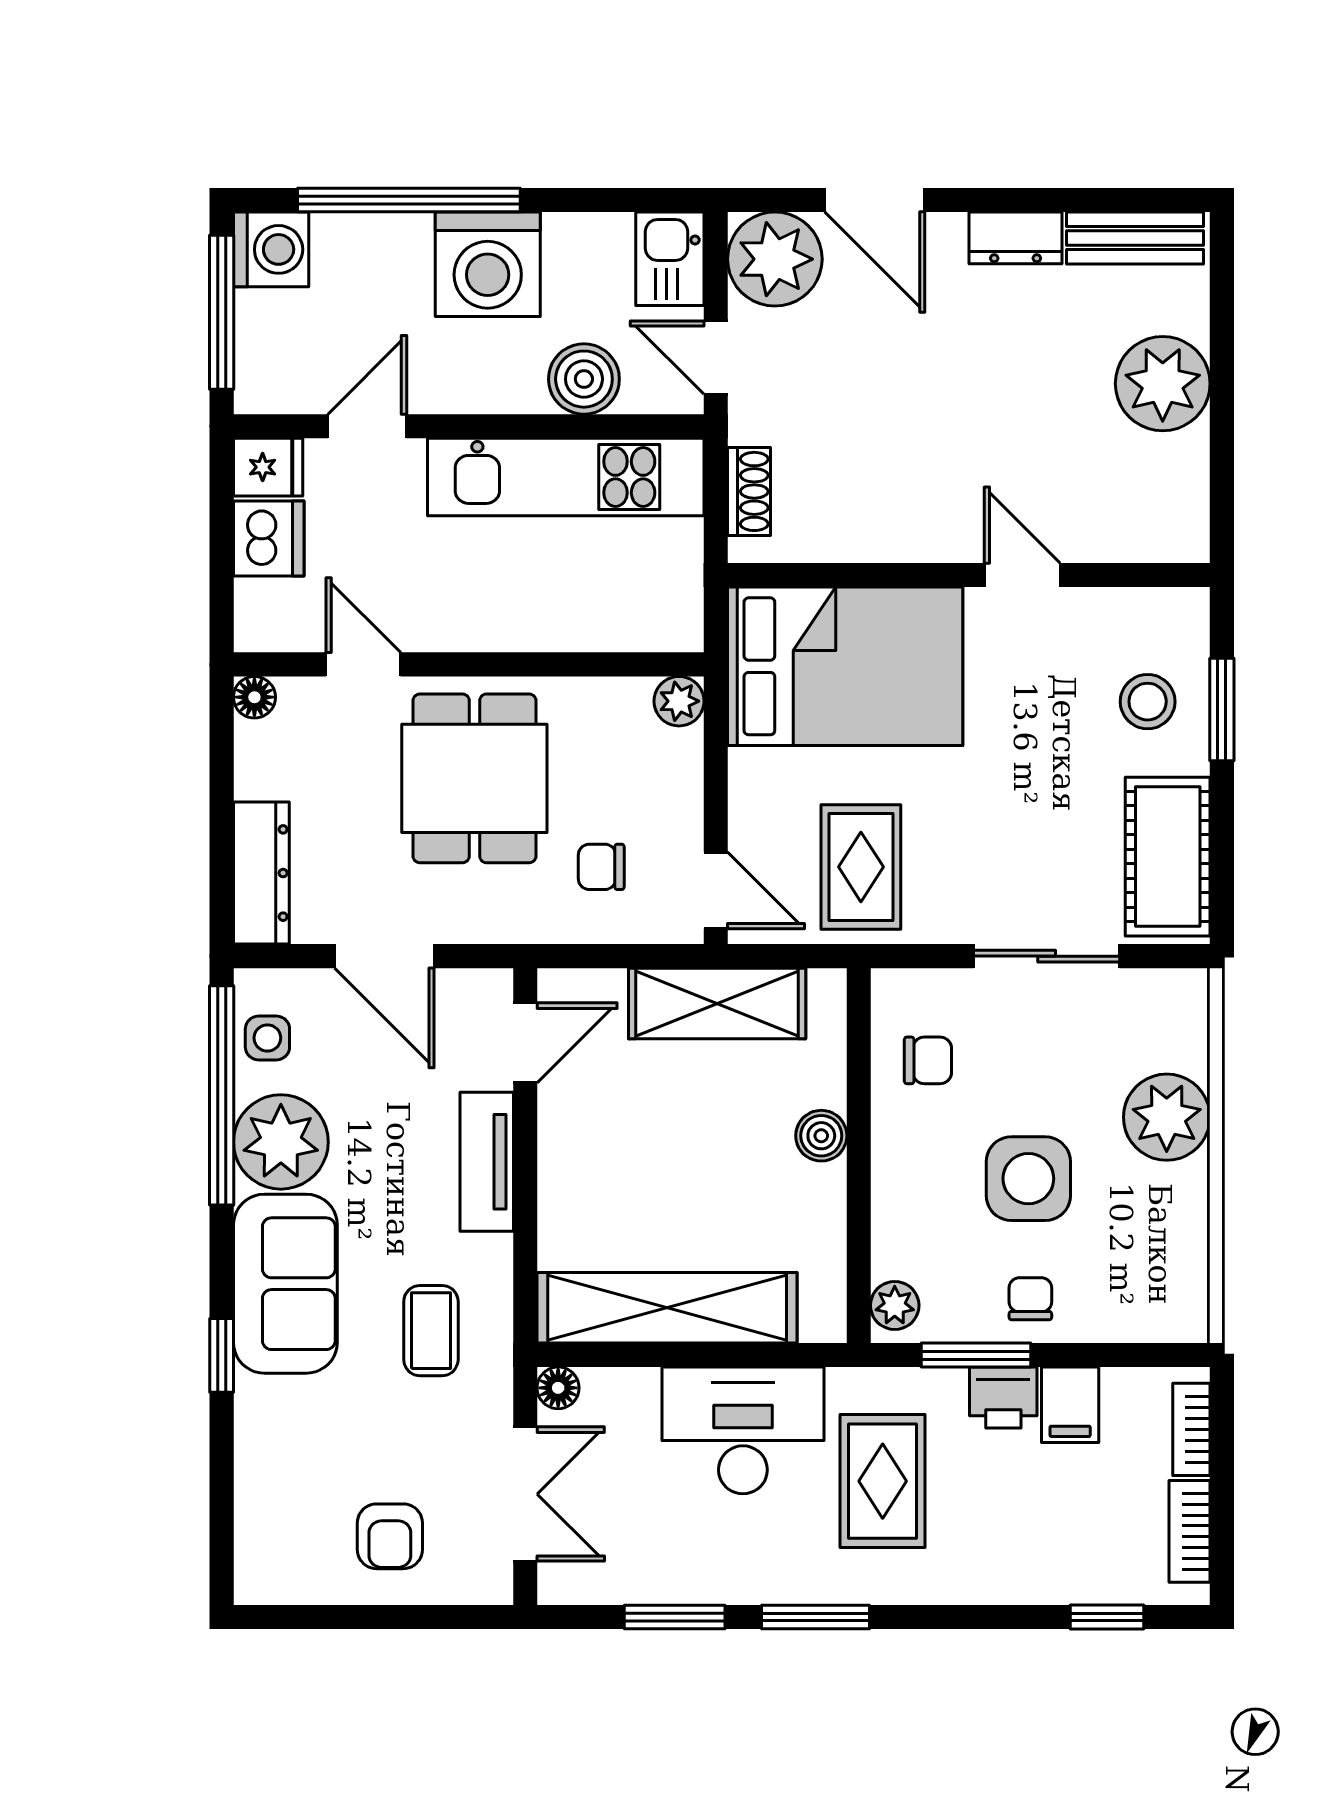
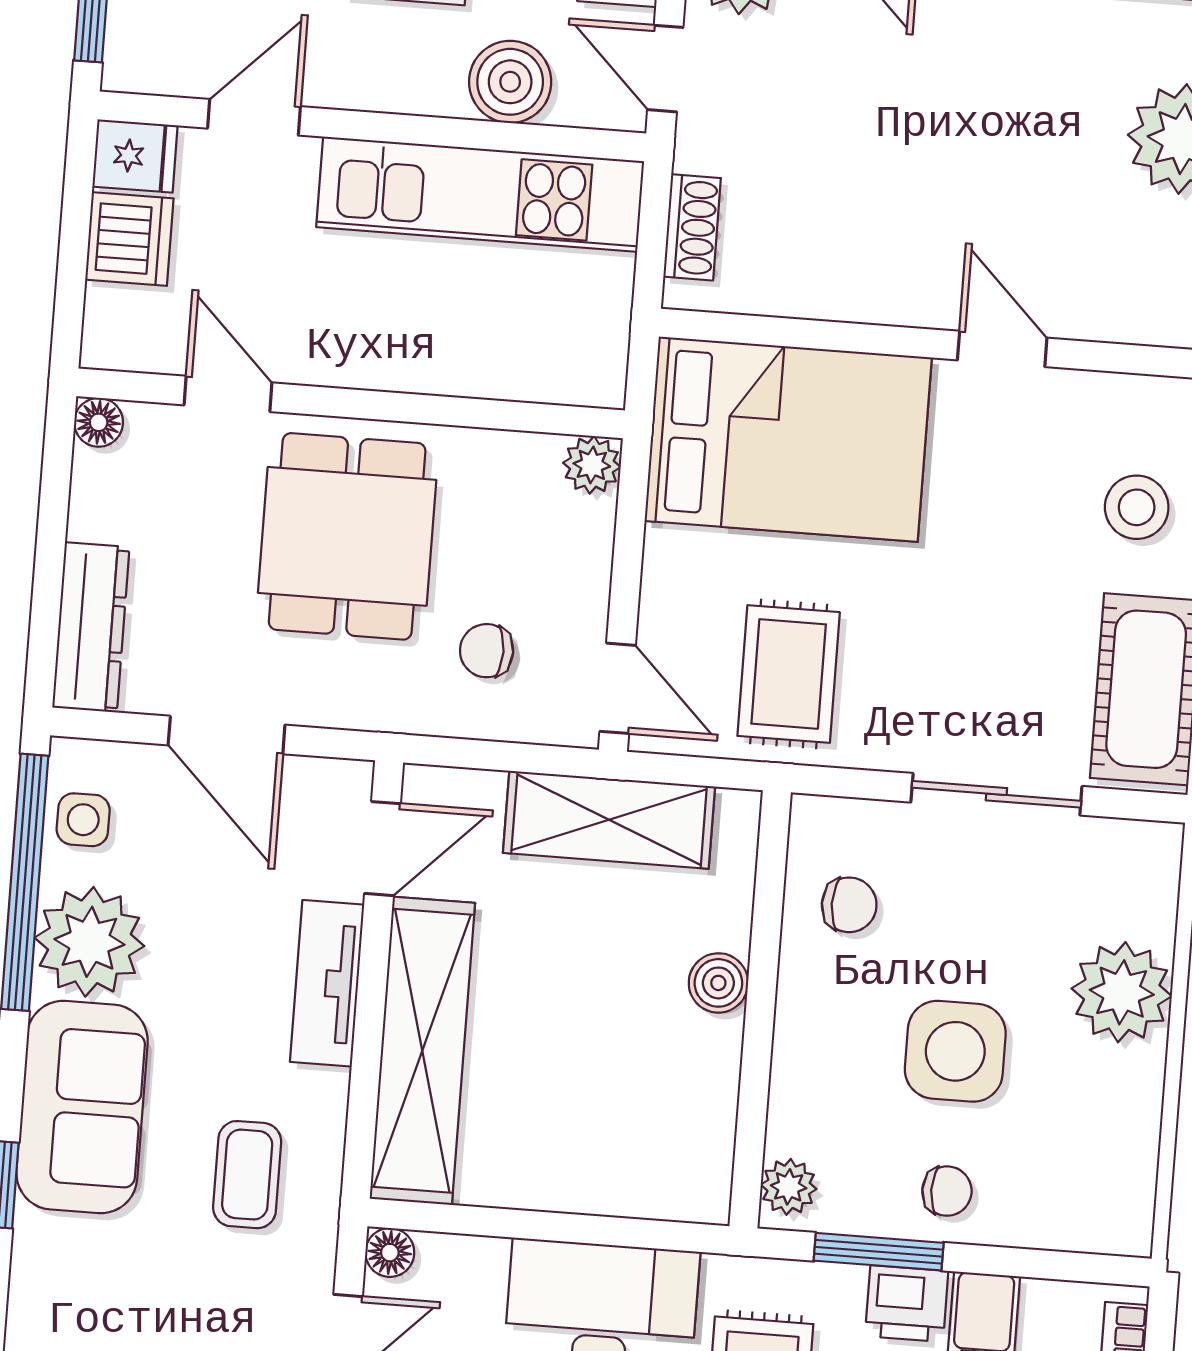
chair: (1030, 1299) -> (947, 1191), turned 90
shelving: (667, 1308) -> (422, 1051), moved, turned 90

